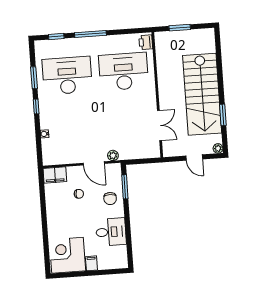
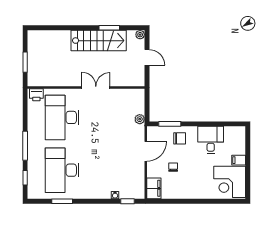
stairs: (202, 94) -> (99, 41), width x0.73, depth x0.66
window: (36, 107) -> (128, 201), moved
double door: (159, 126) -> (96, 88), moved
plant: (113, 155) -> (140, 119), moved
door: (194, 157) -> (147, 57), hinge flipped

